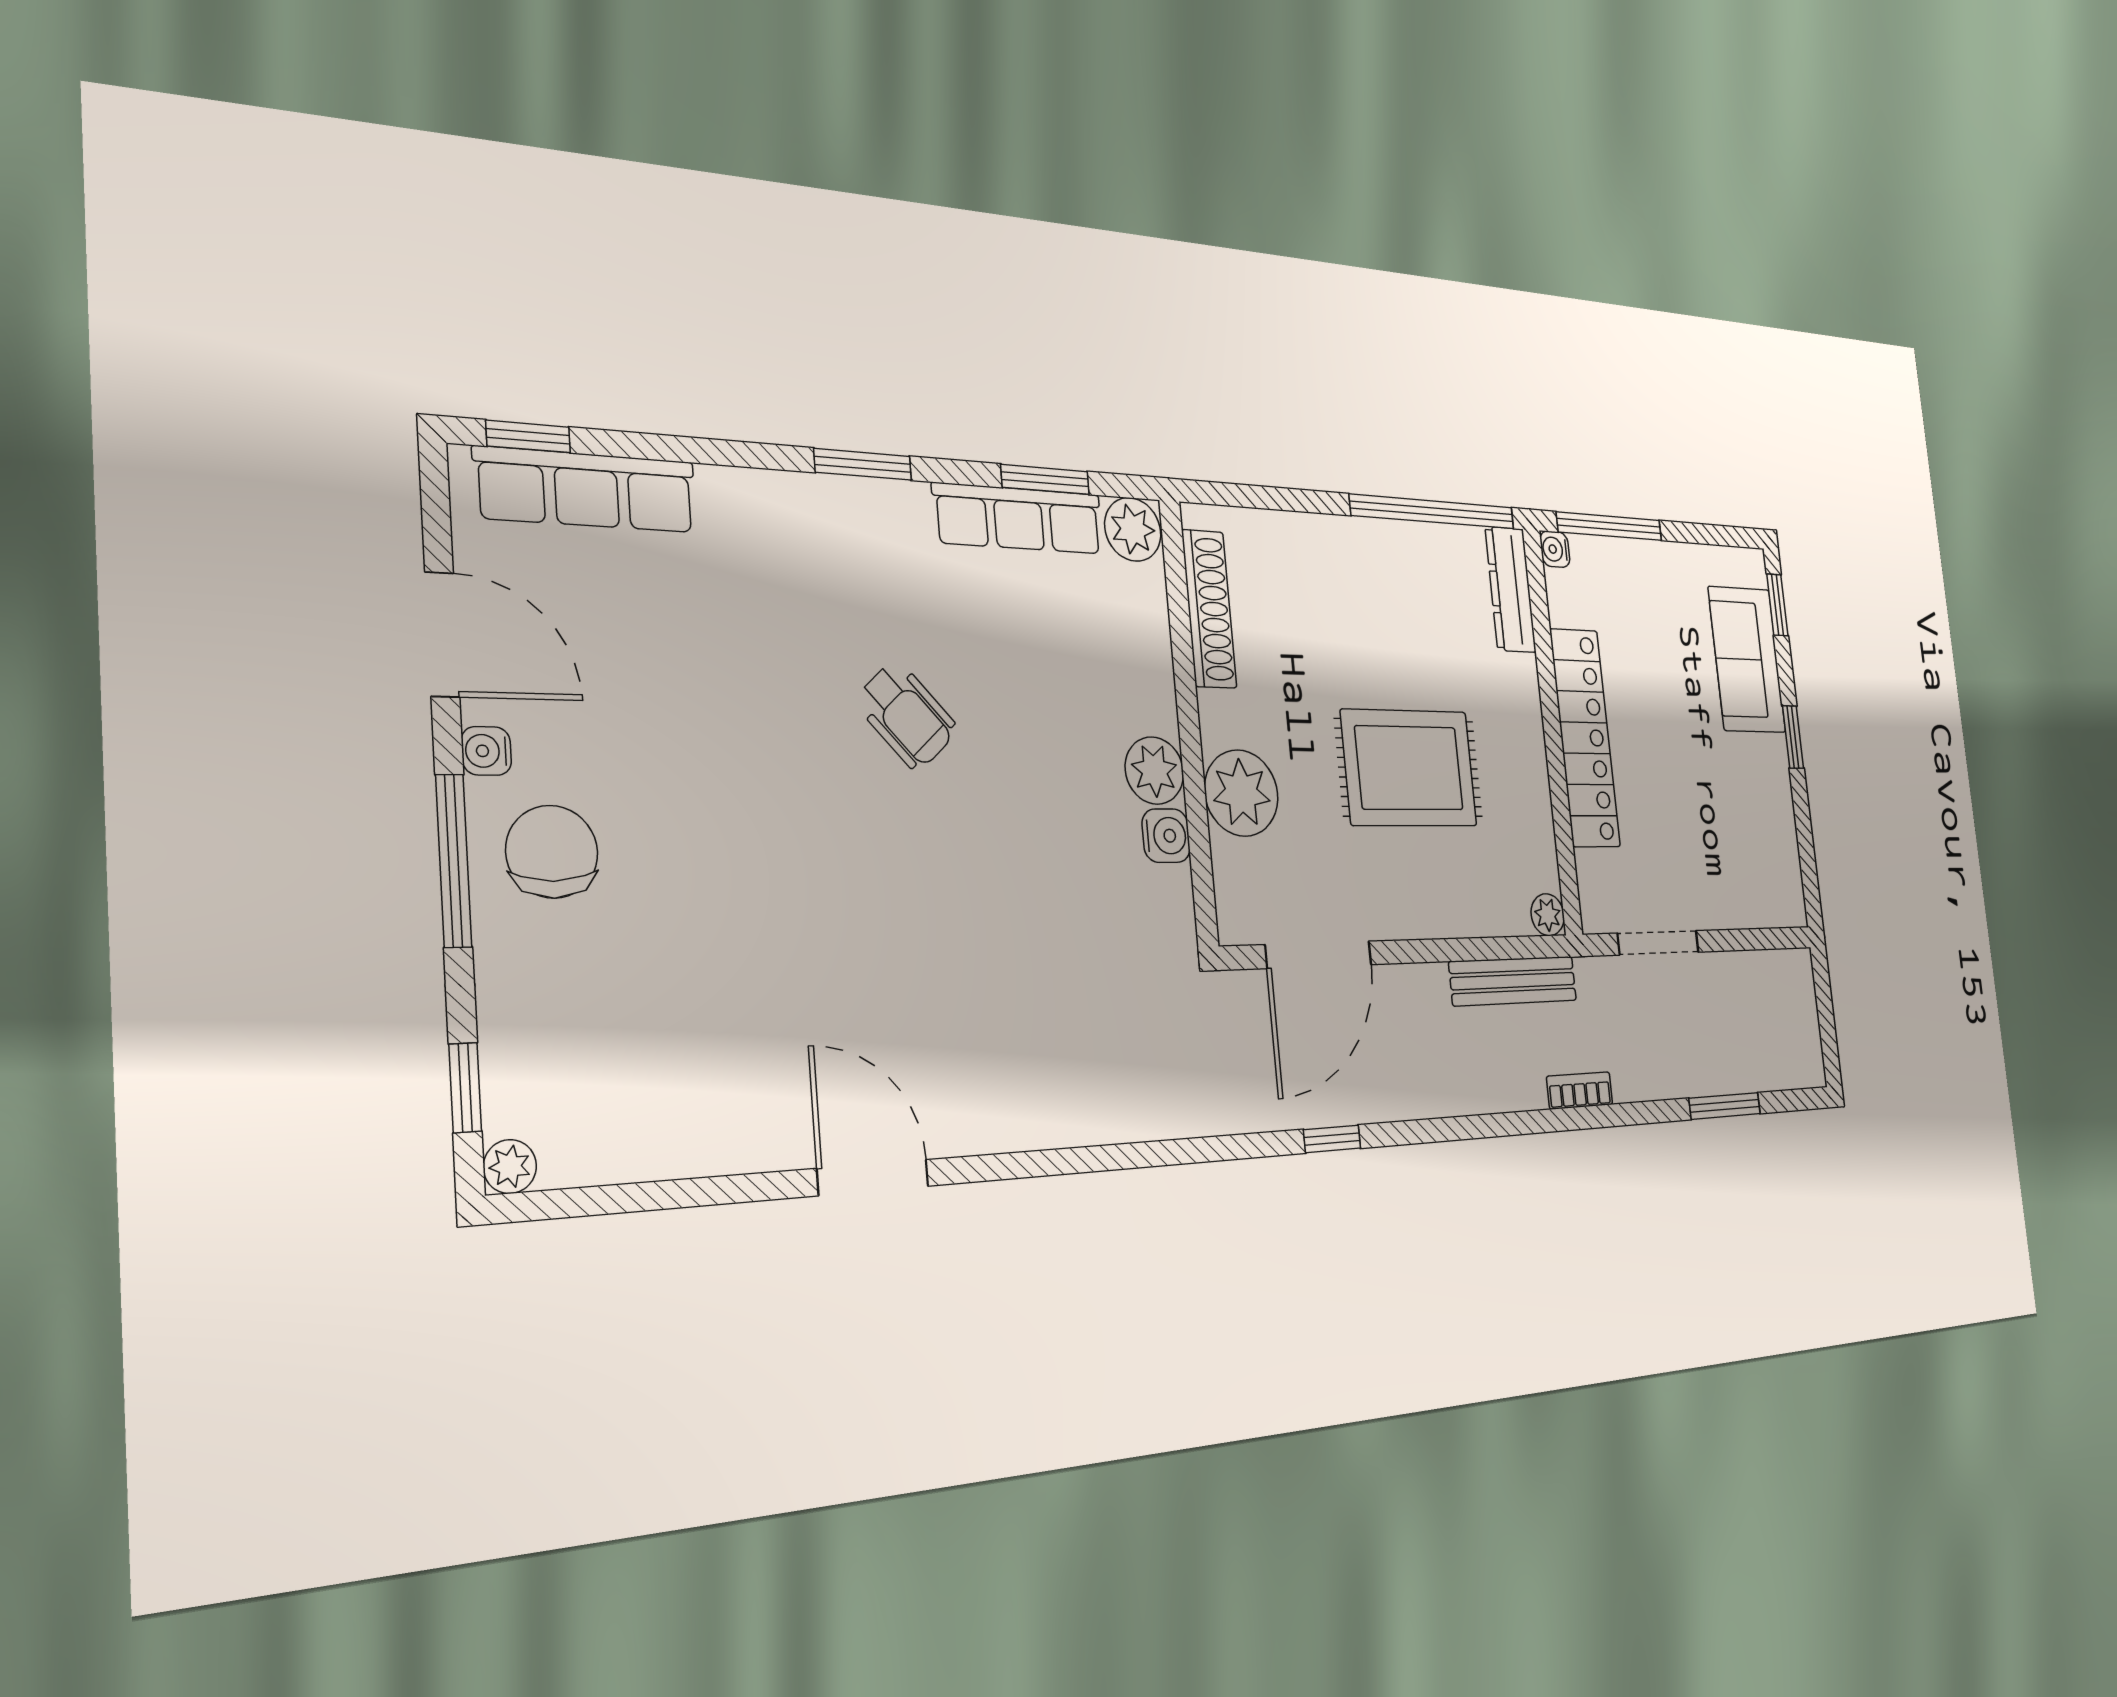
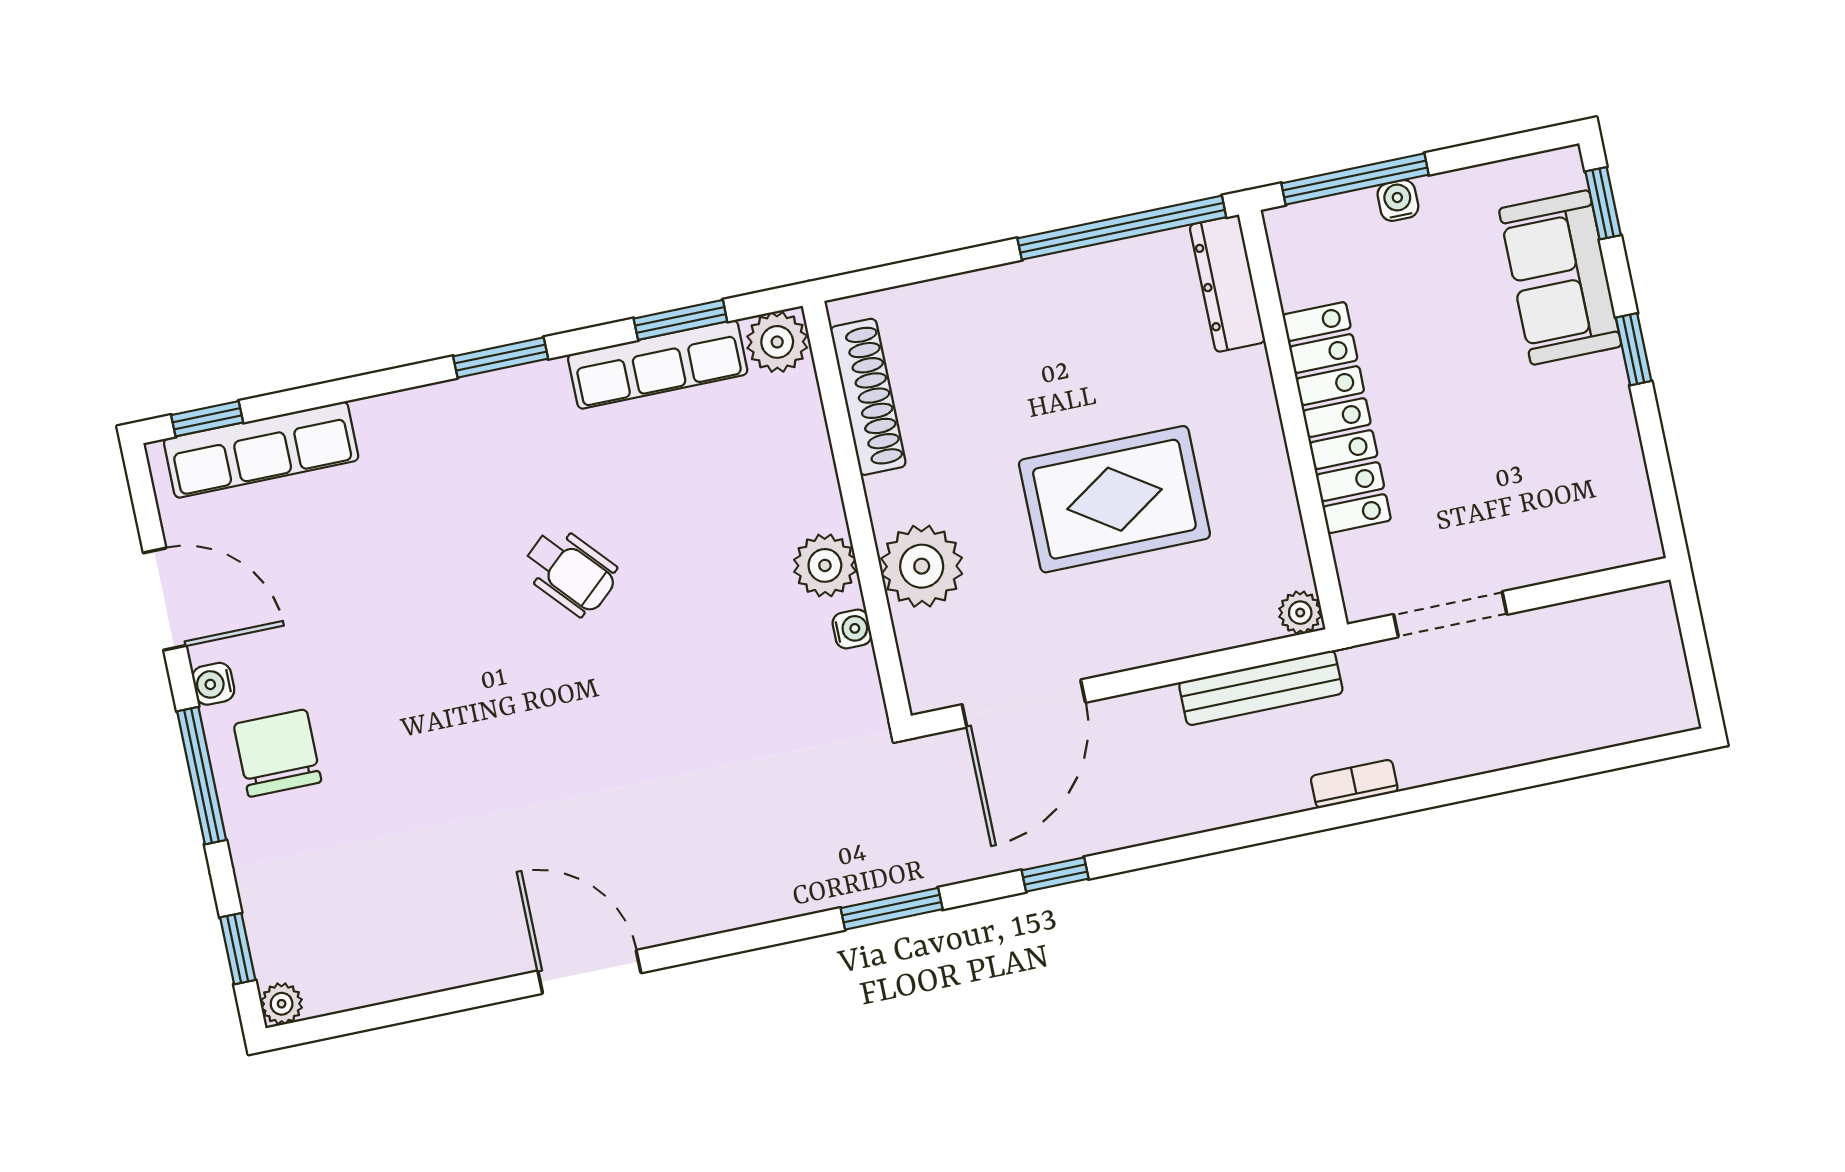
water cooler: (1555, 549) -> (1398, 201), moved, turned 90
water cooler: (1166, 836) -> (852, 629), width x0.72, depth x0.72
window: (1725, 1106) -> (892, 909), moved

